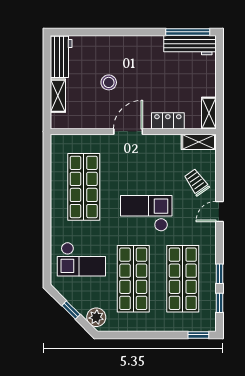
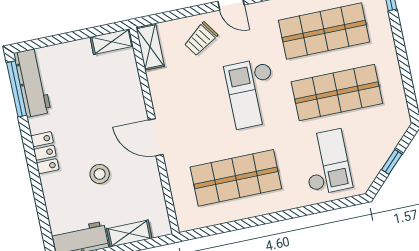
locker: (168, 121) -> (45, 153), moved, turned 180
plant: (96, 317) -> (394, 129), removed

